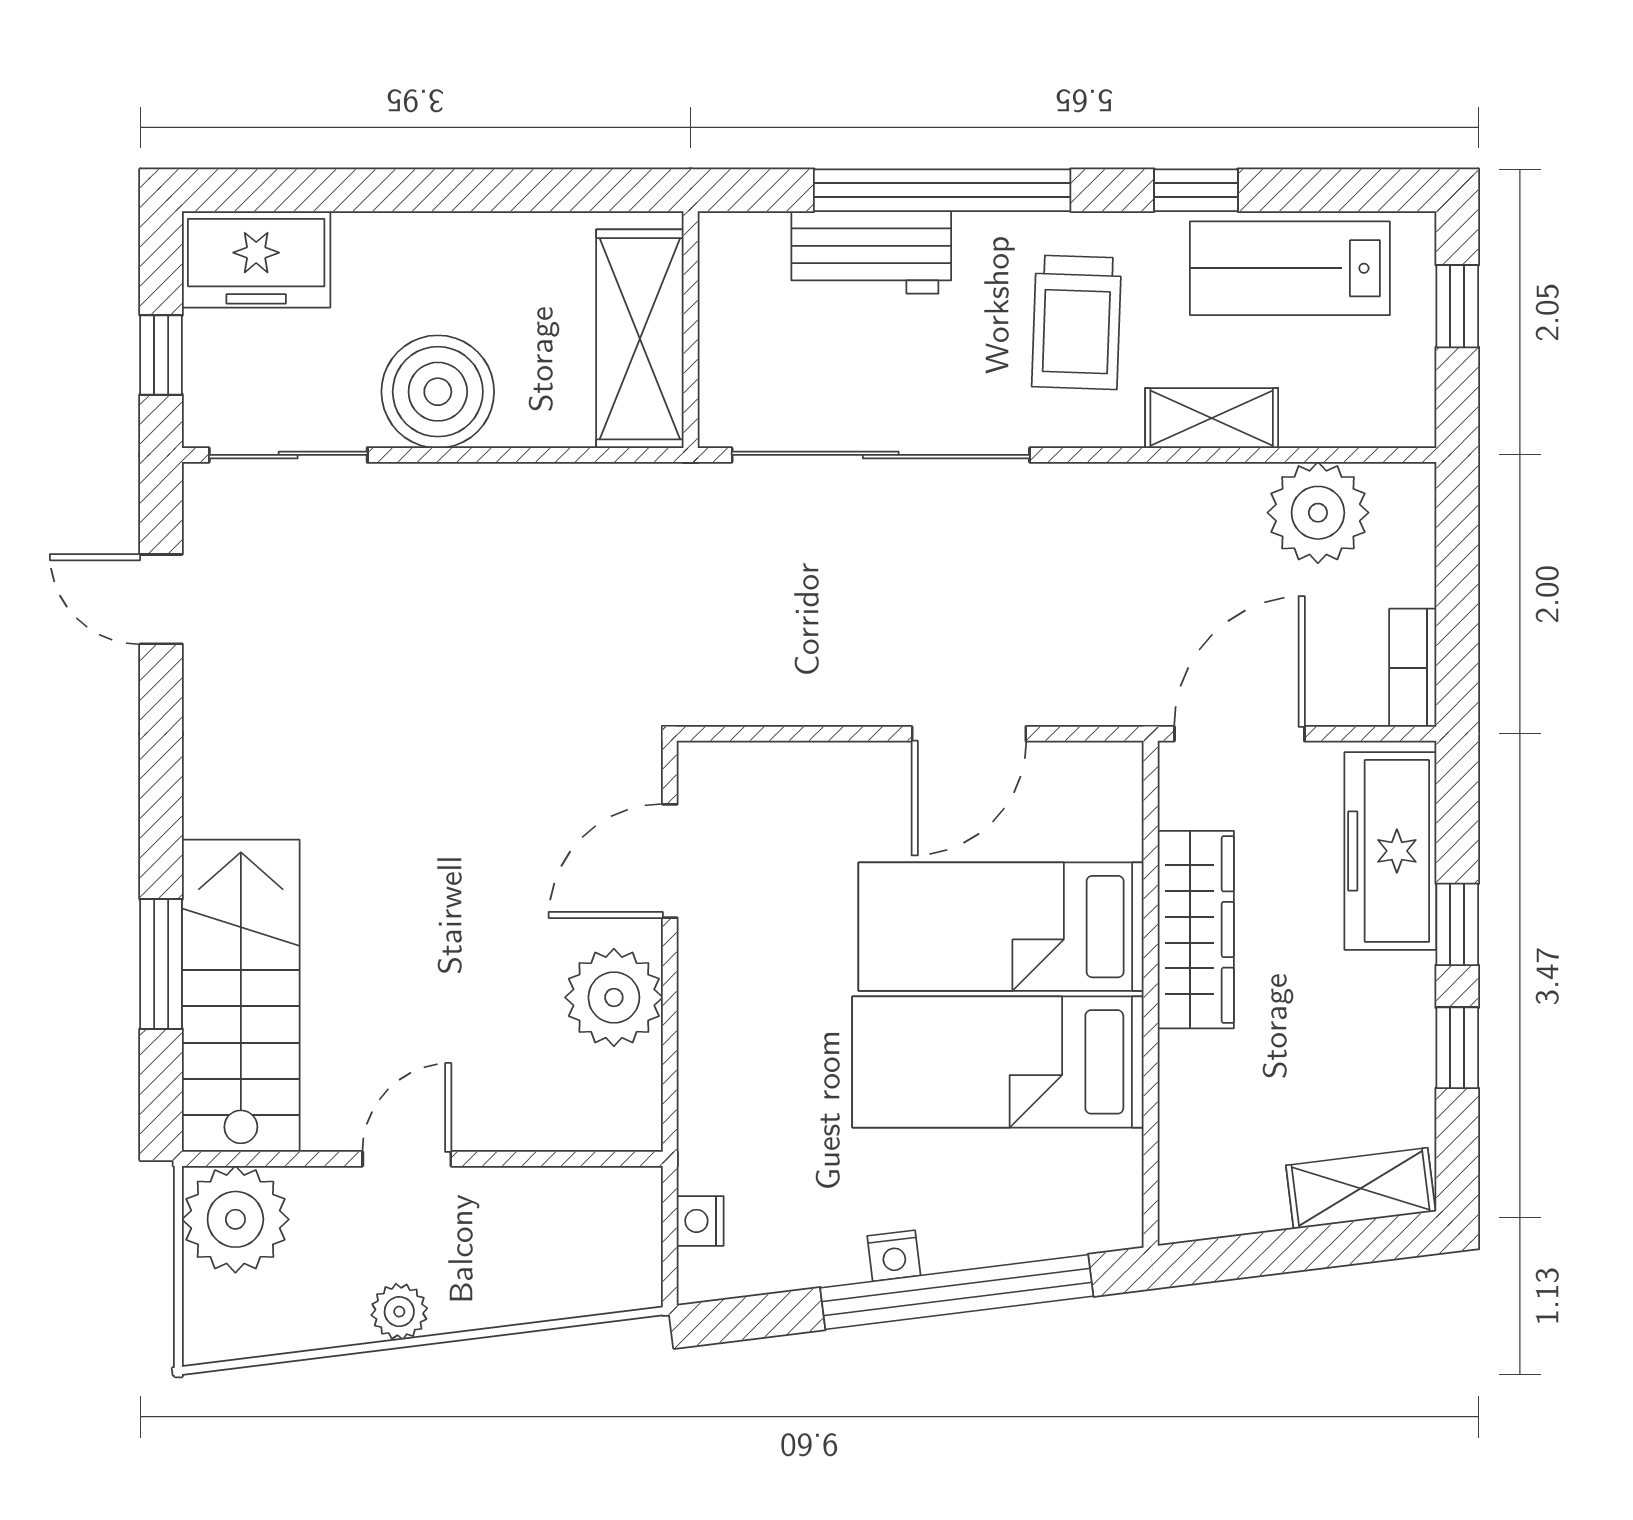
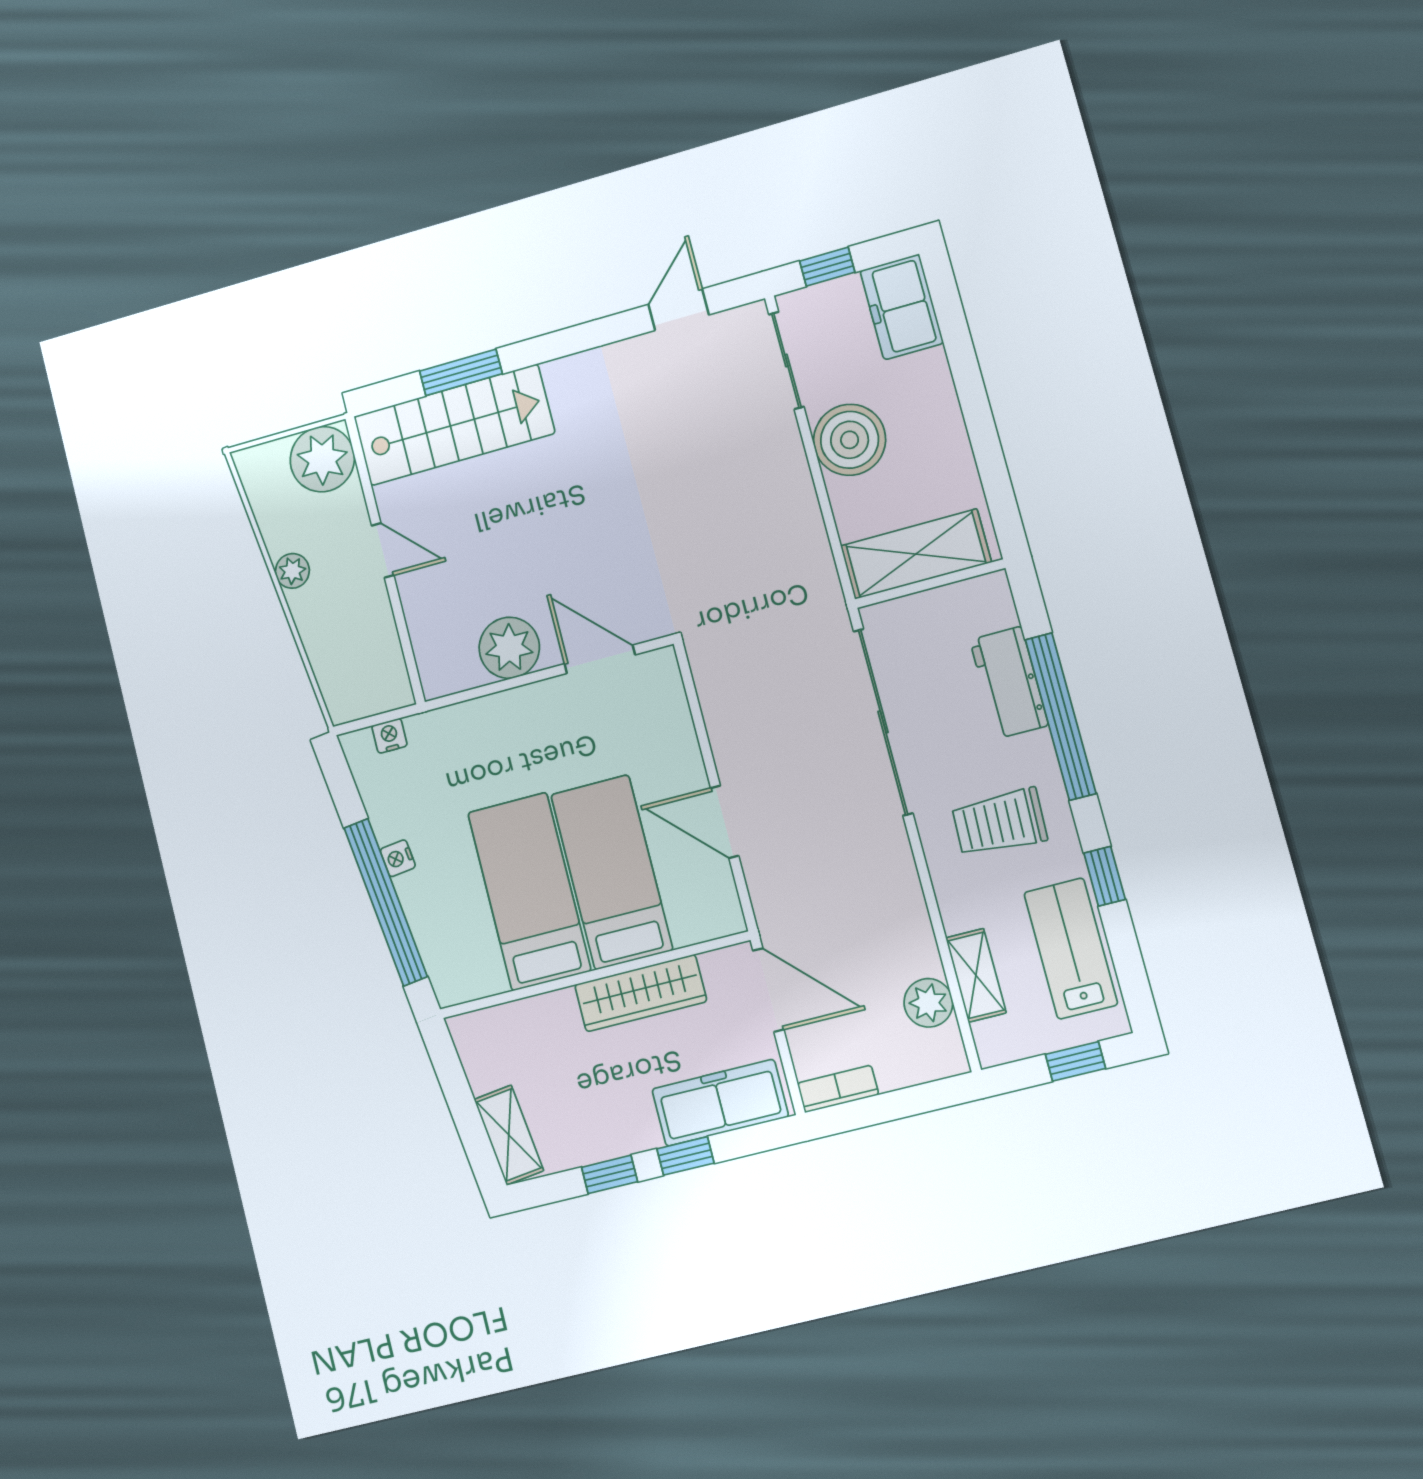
shelving: (1212, 418) -> (976, 975), moved
plant: (1318, 513) -> (928, 1003), width x0.73, depth x0.73

